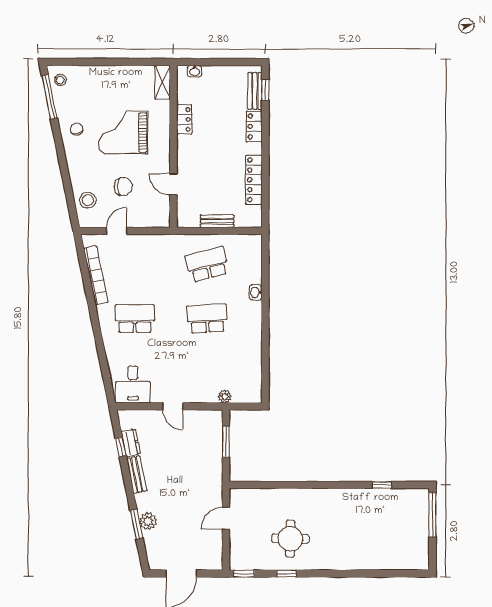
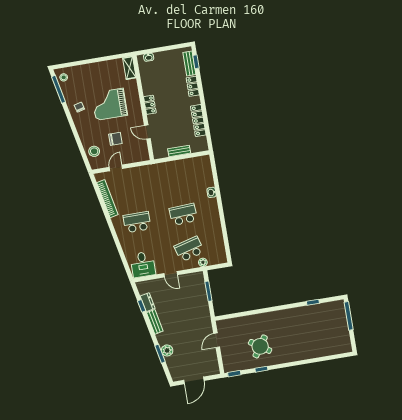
locker: (184, 119) -> (150, 105), moved
school desk: (207, 264) -> (189, 249), moved
round table: (290, 539) -> (260, 346), turned 33

